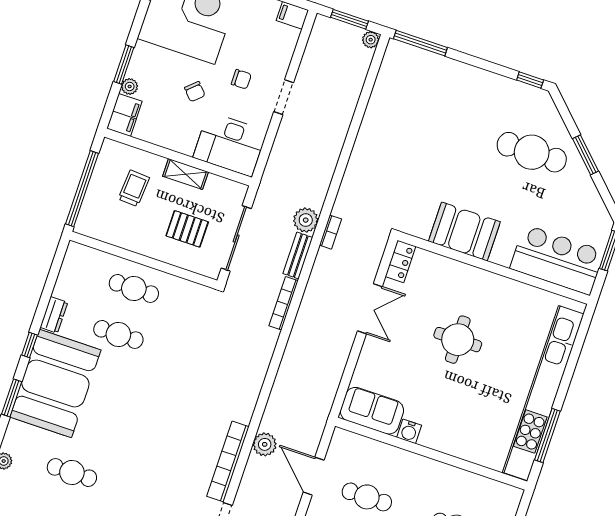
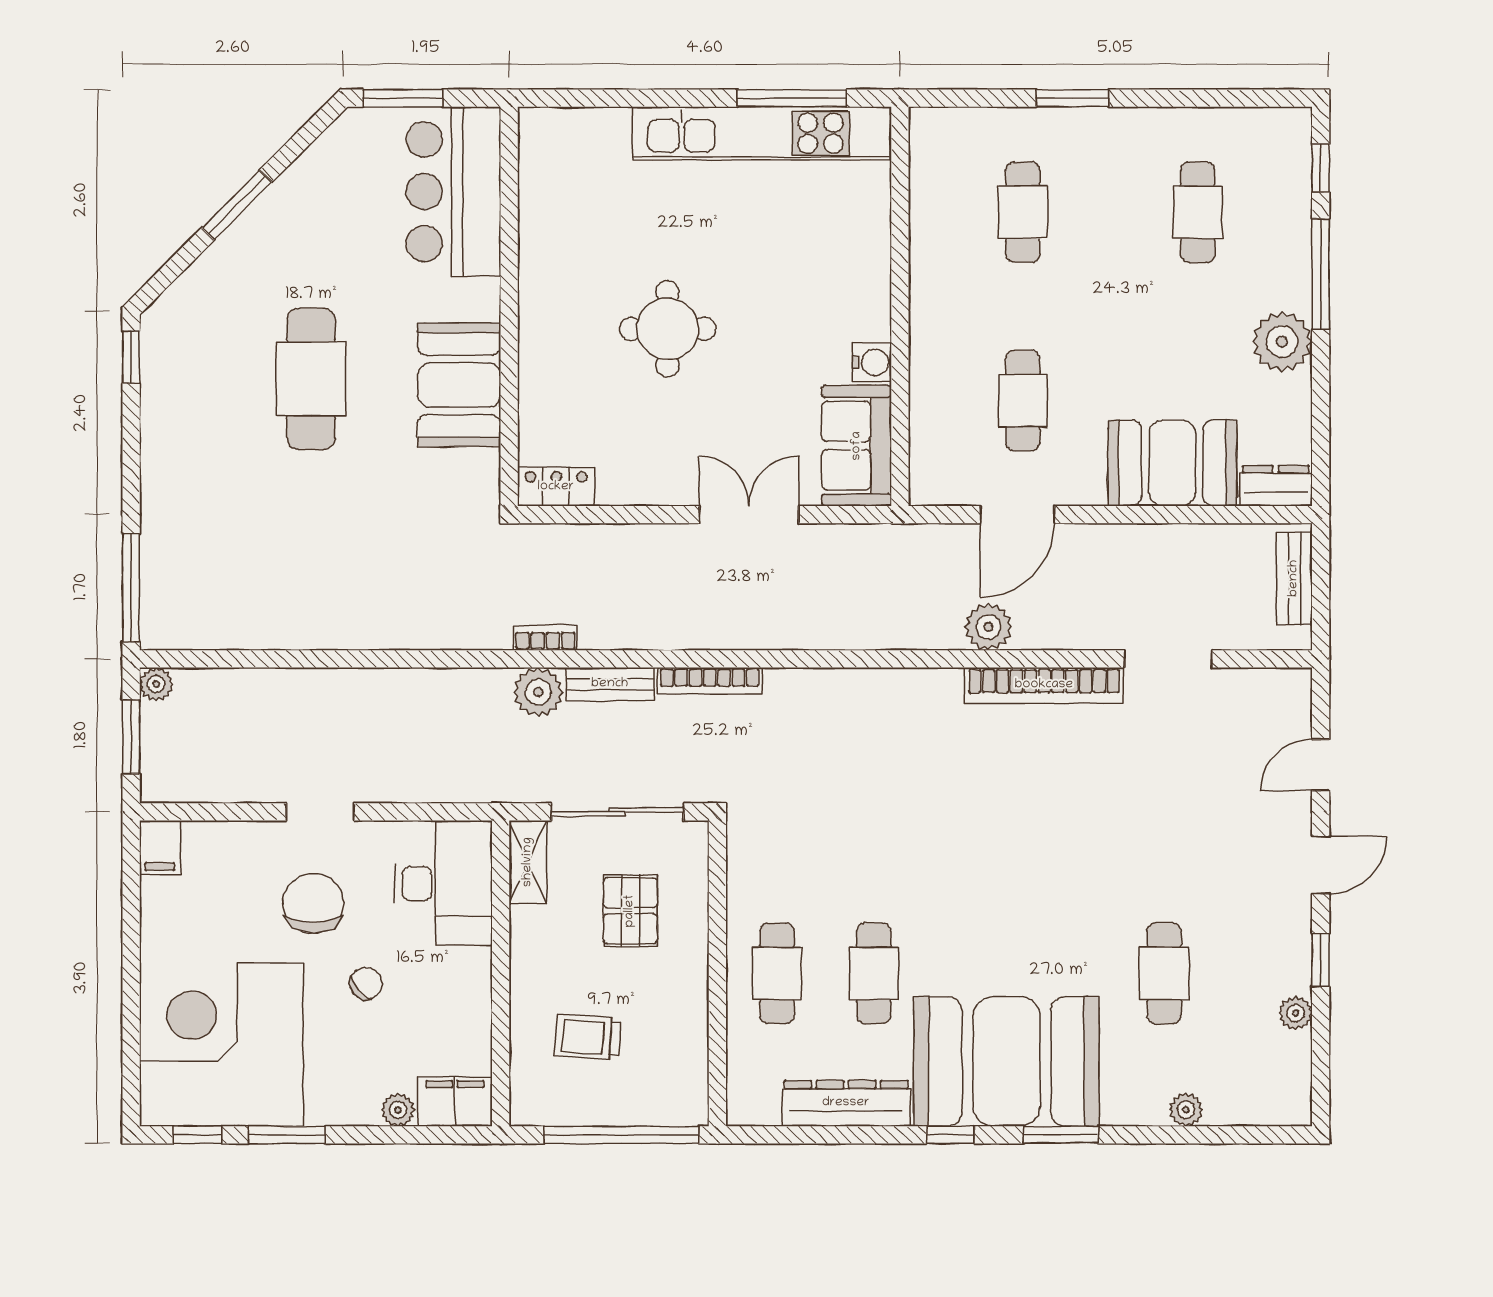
window: (124, 65) -> (287, 1135), moved
chair: (241, 79) -> (313, 903), width x1.87, depth x1.87
cafe table: (532, 152) -> (311, 379), moved
shelving: (185, 174) -> (528, 862), moved
double door: (370, 309) -> (749, 515), moved
dresser: (54, 315) -> (846, 1103), width x1.96, depth x1.24
kitchen unit: (543, 393) -> (761, 133), width x0.73

